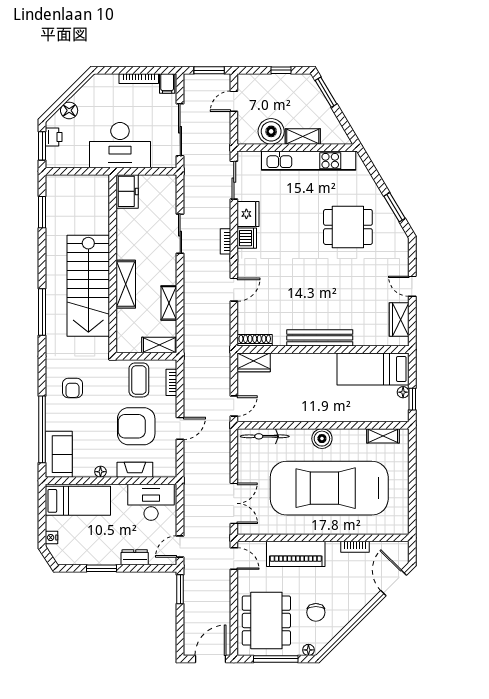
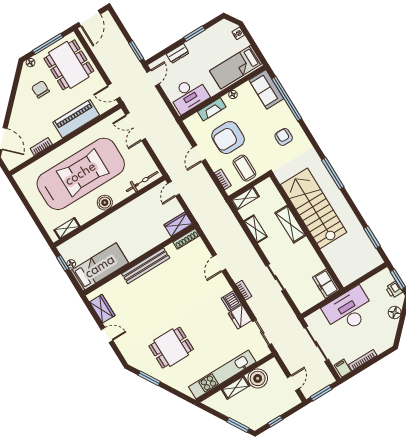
armchair: (136, 426) -> (228, 138), turned 180

